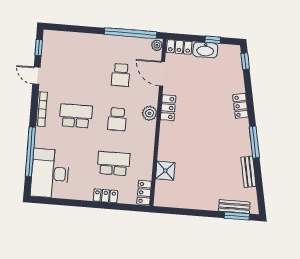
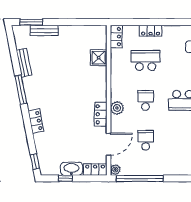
door: (162, 74) -> (109, 144), hinge flipped
school desk: (114, 163) -> (146, 60), turned 180
bench: (234, 207) -> (44, 30), moved

